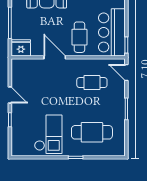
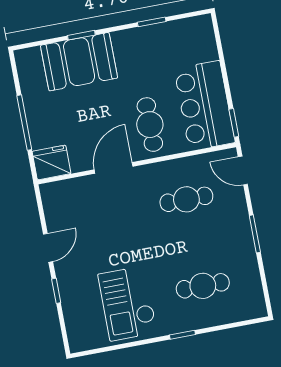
door: (55, 57) -> (114, 168), hinge flipped
door: (10, 95) -> (48, 248), hinge flipped
cafe table: (92, 132) -> (203, 286), width x0.73, depth x0.74
checkout: (48, 134) -> (128, 303), turned 180

